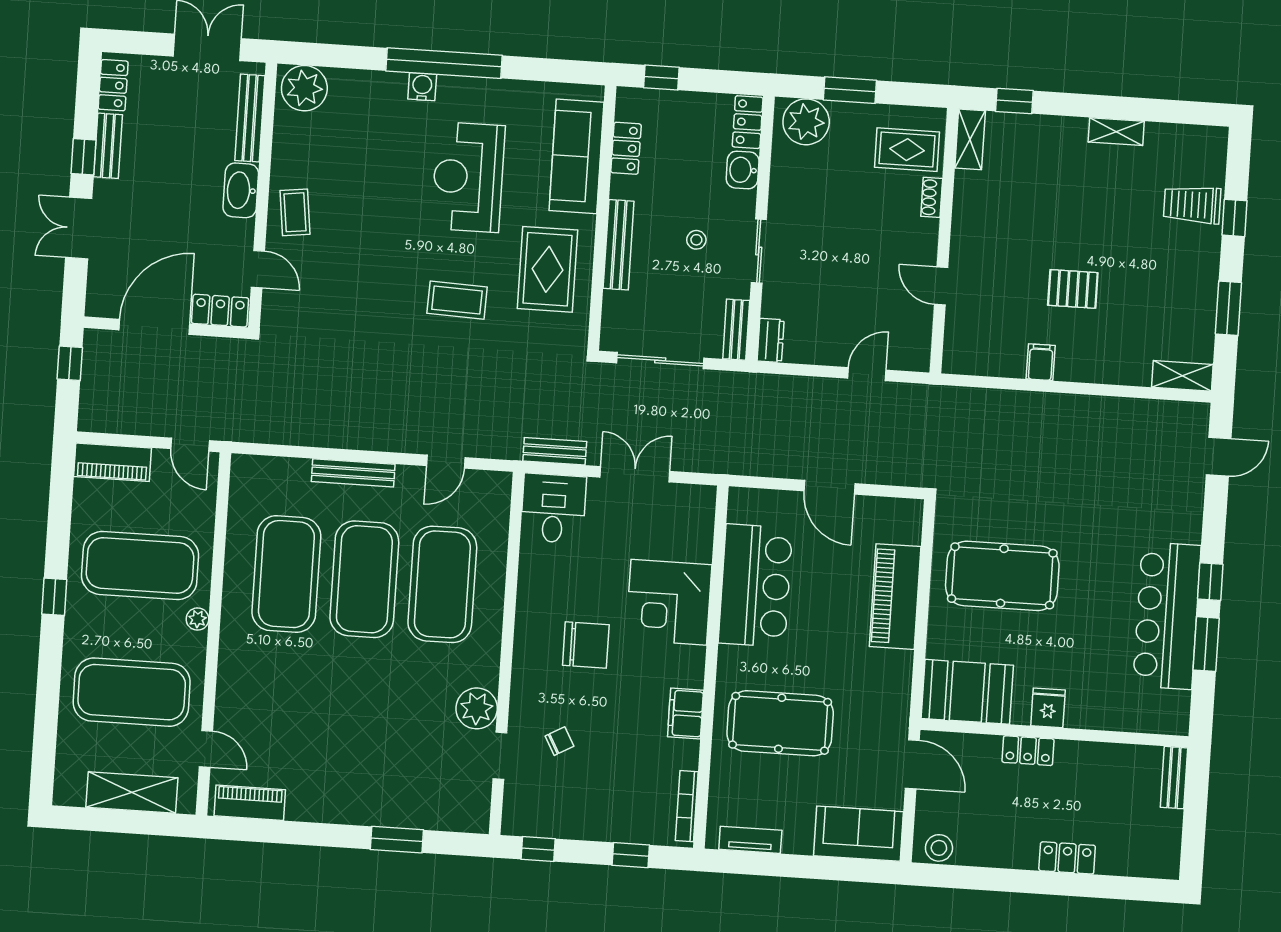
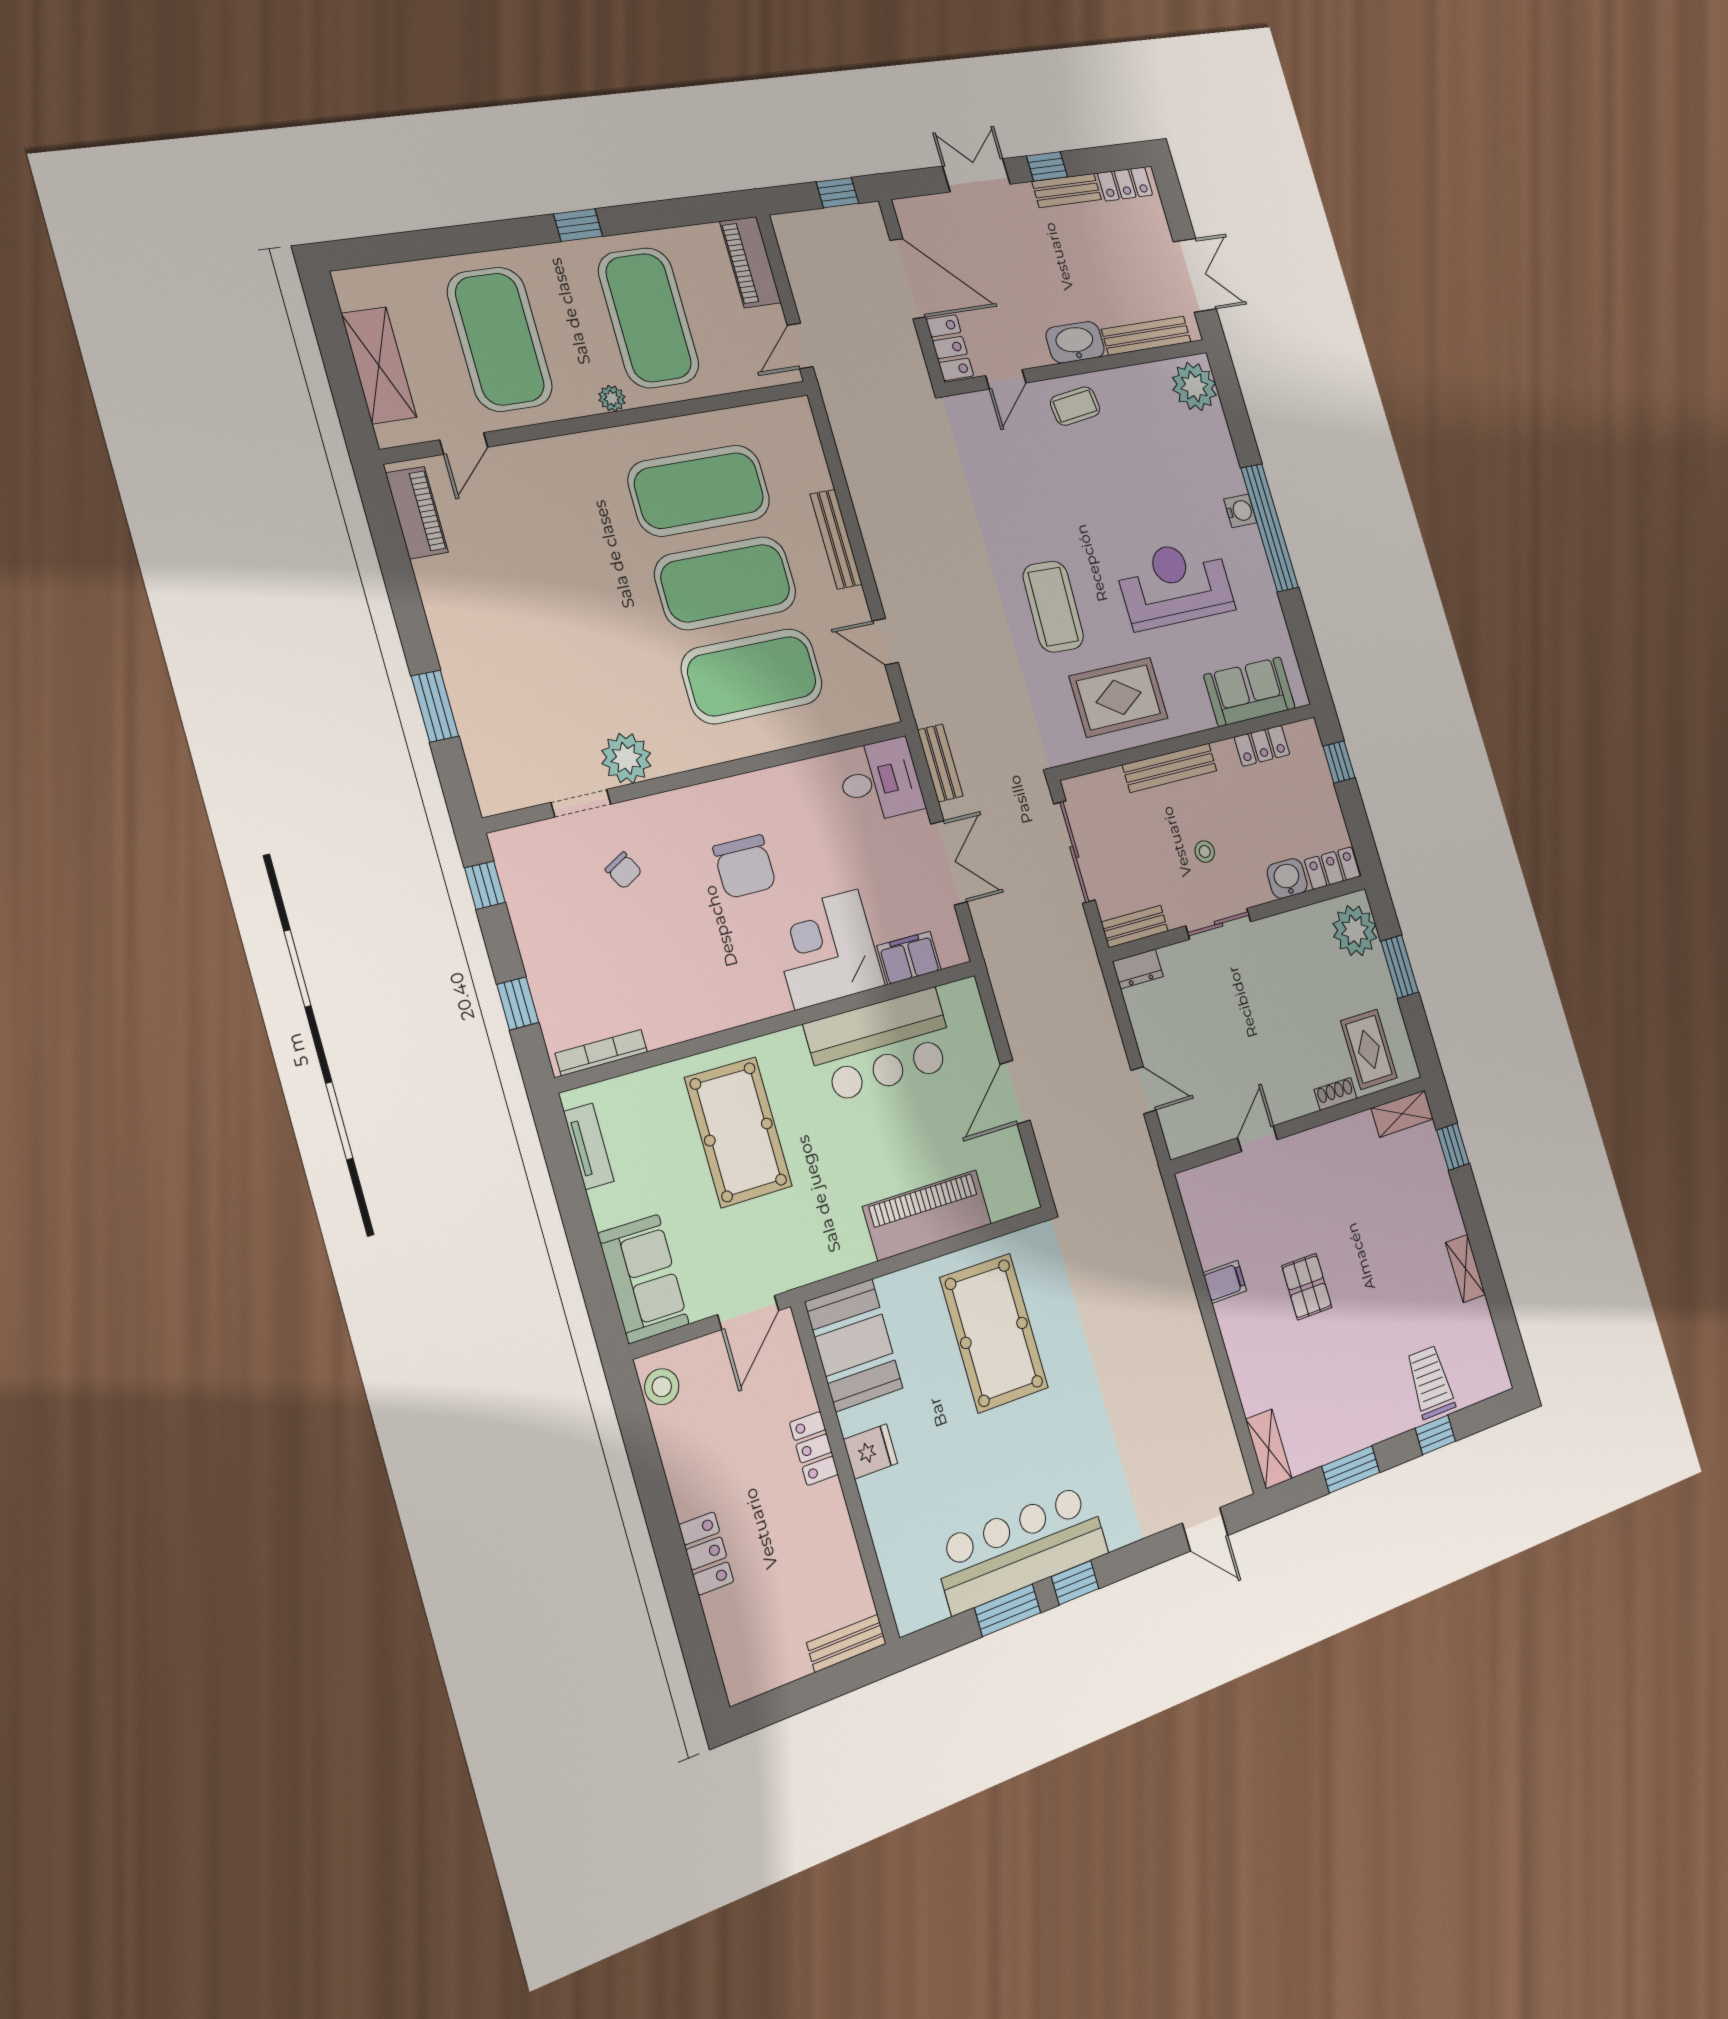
sofa: (576, 156) -> (1250, 692), width x0.73
coffee table: (457, 300) -> (1053, 607), width x1.36, depth x1.32
filing cabinet: (686, 714) -> (909, 958), moved

